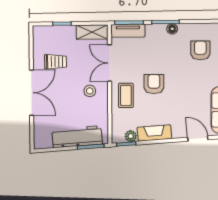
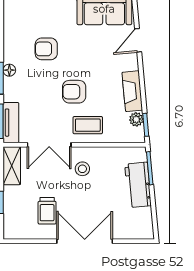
armchair: (200, 50) -> (46, 49), moved
trolley: (56, 62) -> (47, 211), turned 180
workbench: (77, 137) -> (138, 185), width x0.73

